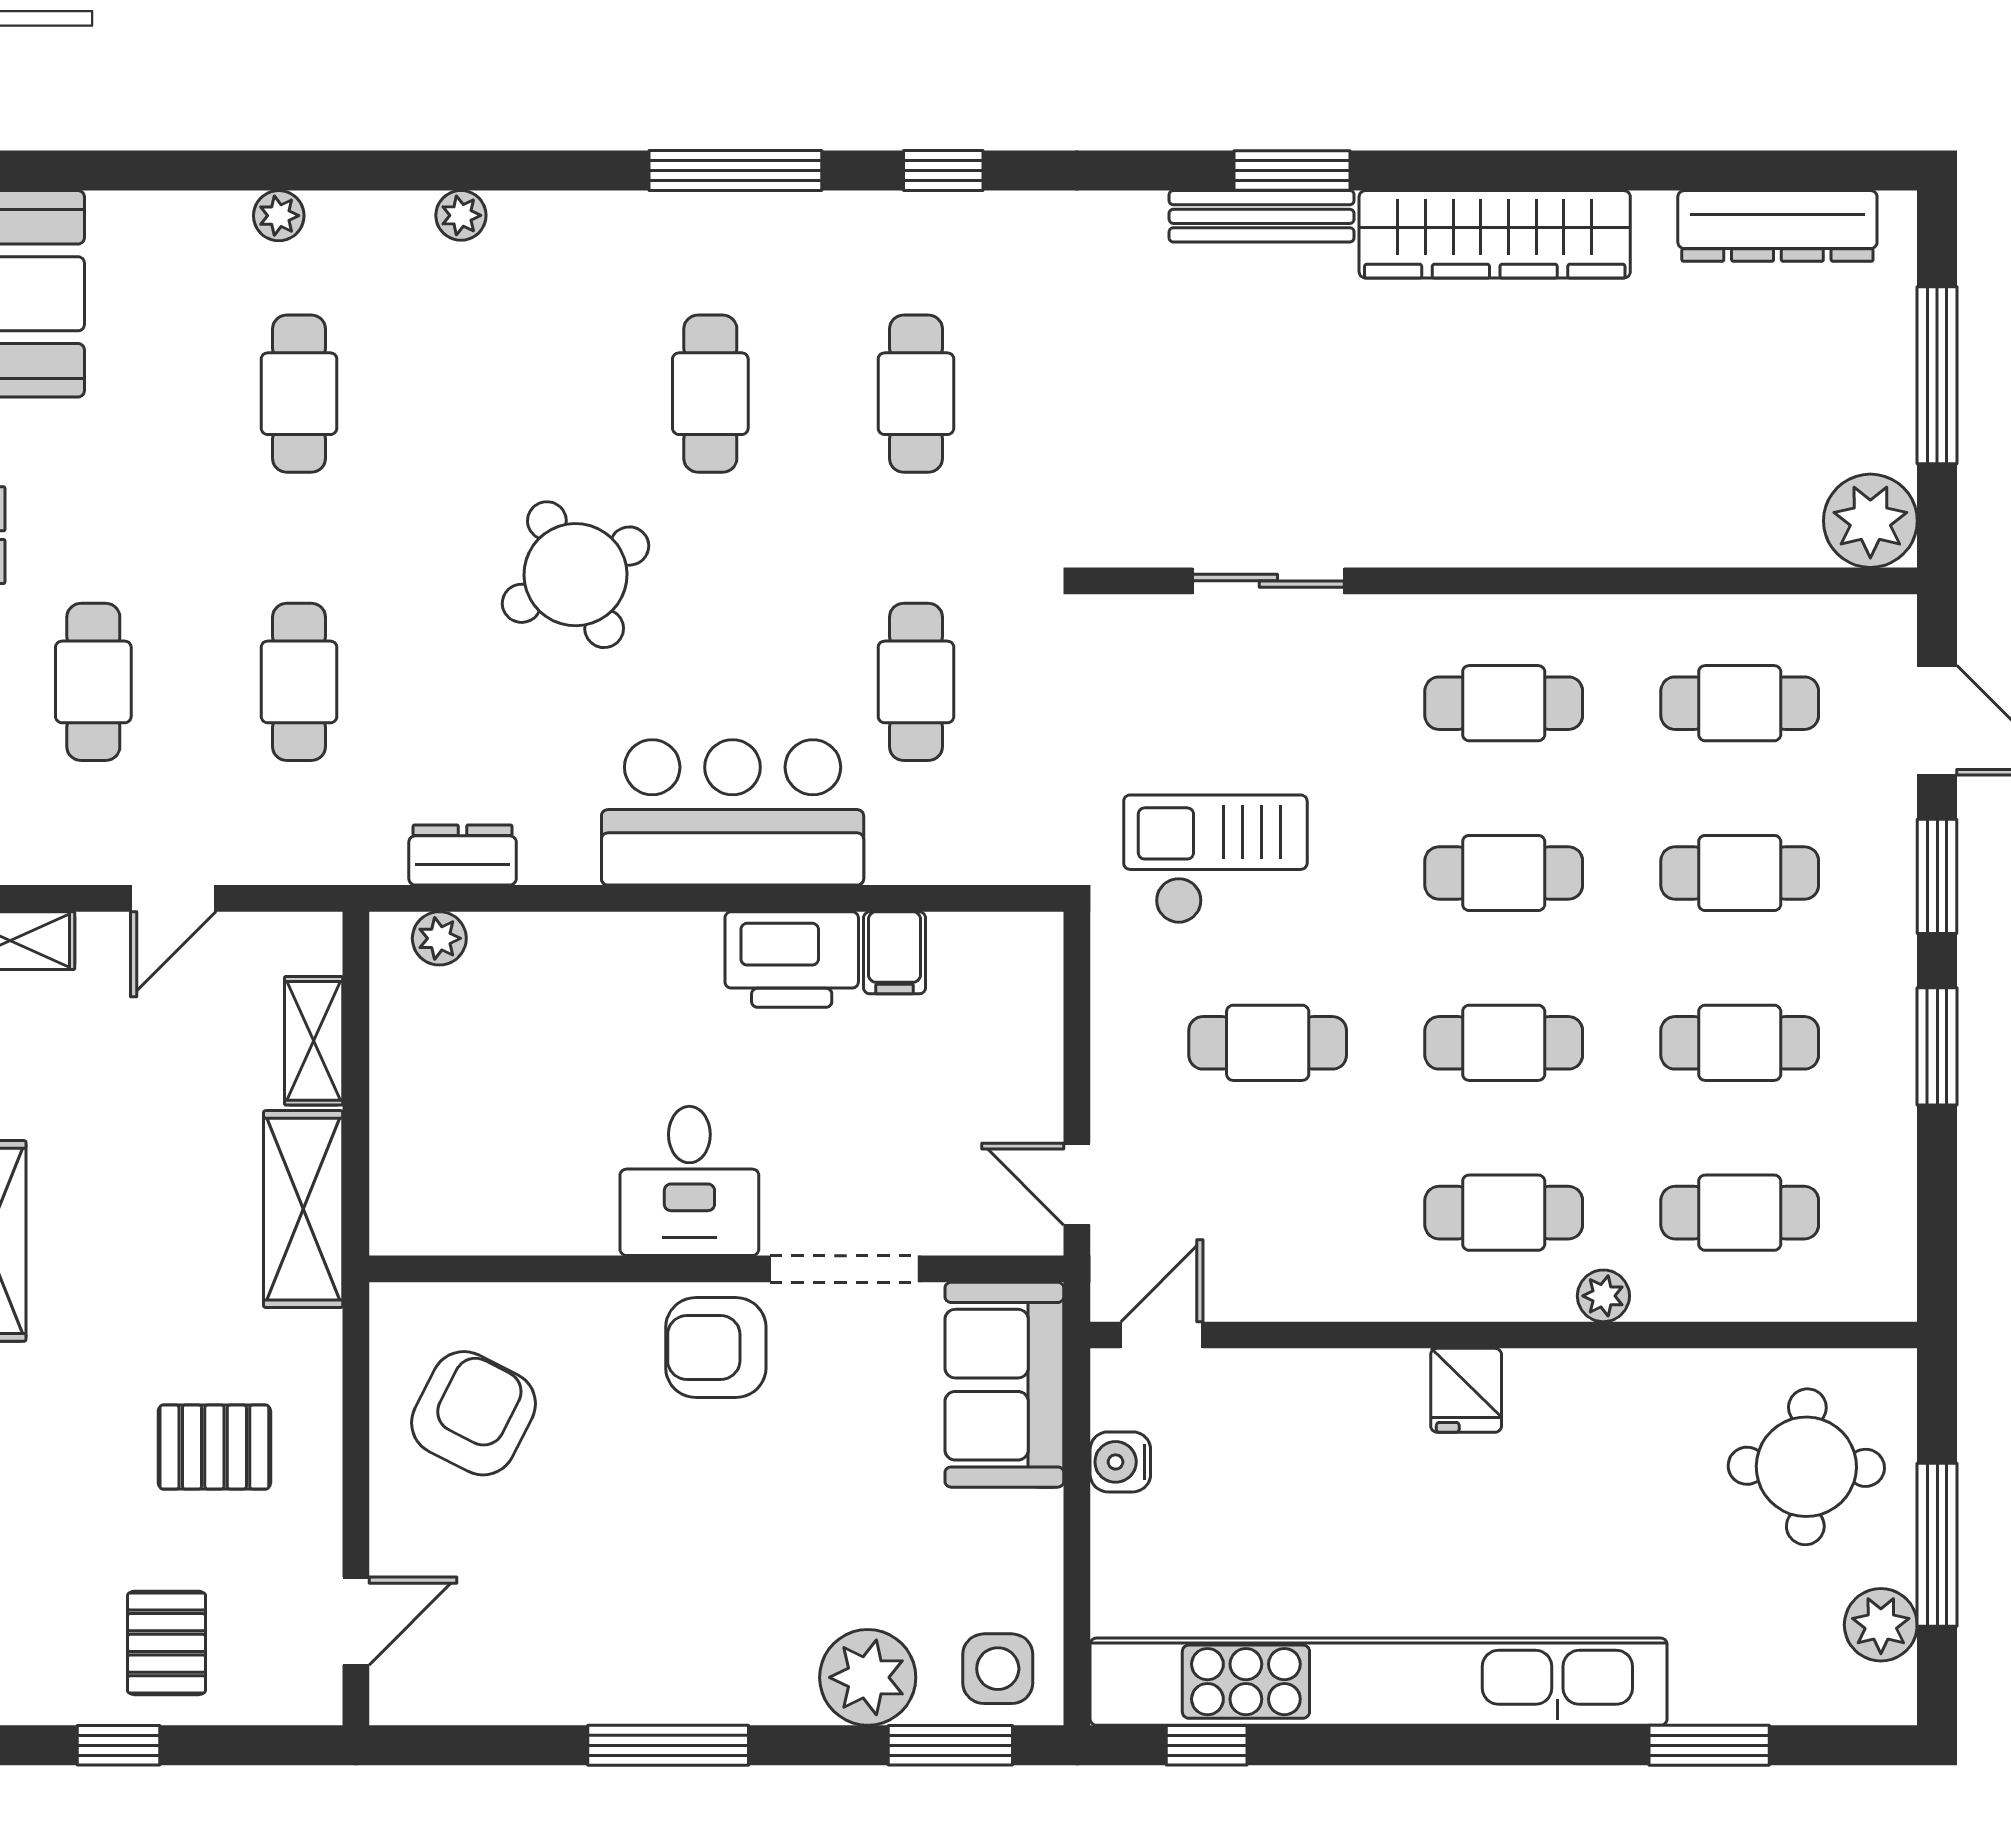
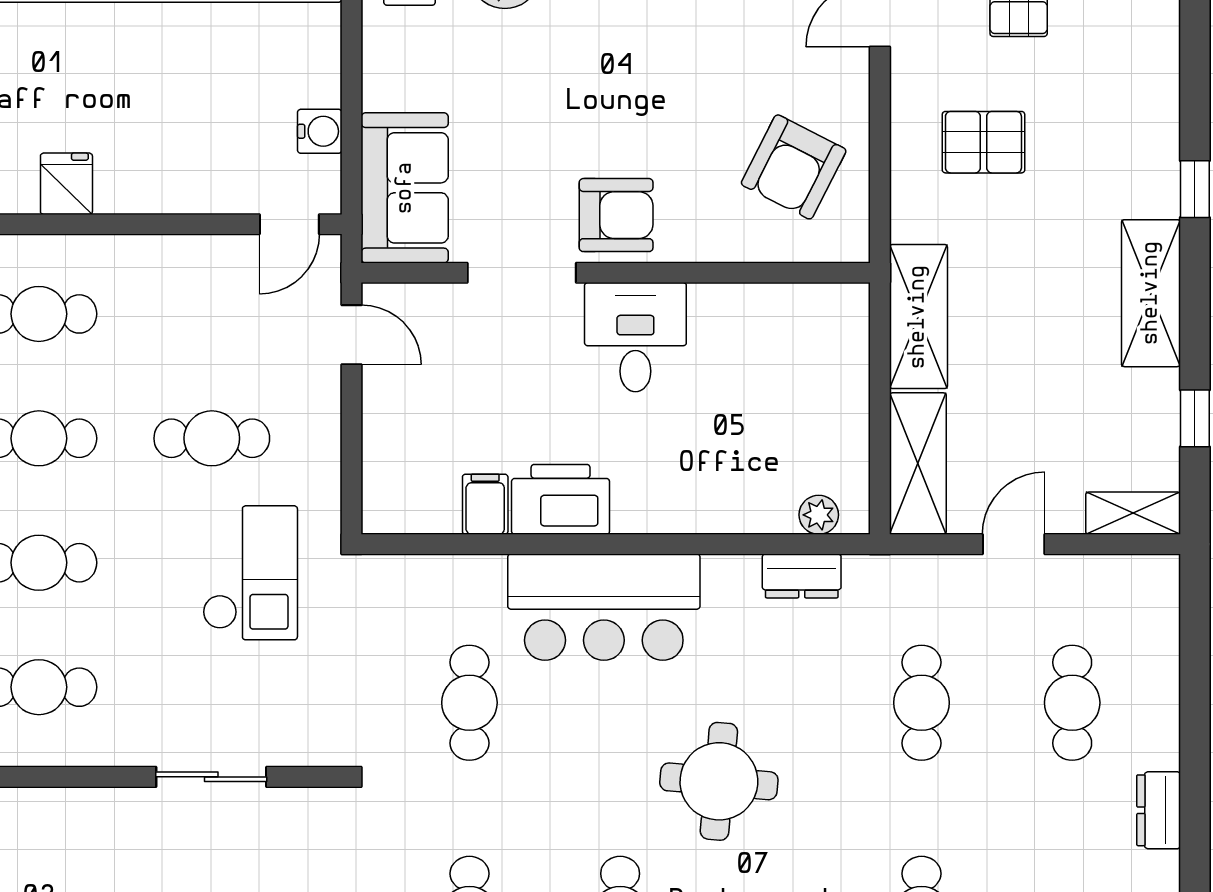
round table: (576, 575) -> (719, 781), turned 33
checkout: (1215, 859) -> (250, 573), turned -90
shelving: (314, 1041) -> (918, 463), width x1.50, depth x1.33

